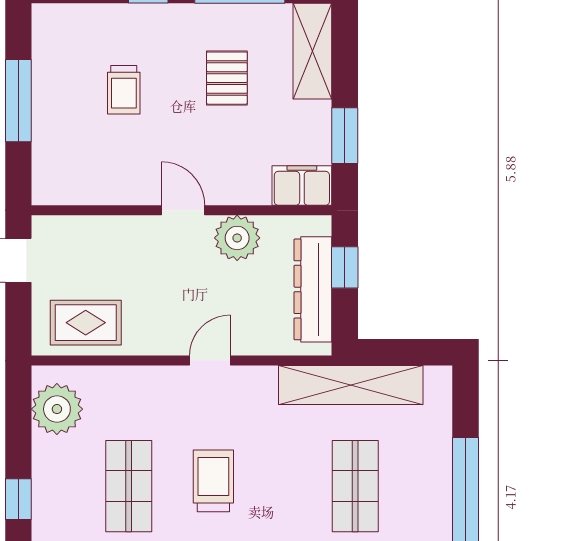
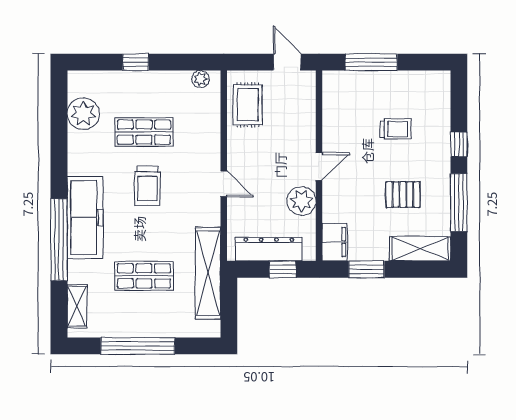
trolley: (124, 90) -> (396, 129), turned 180
window: (18, 101) -> (371, 62), moved
plant: (57, 409) -> (200, 79), width x0.53, depth x0.53
trolley: (213, 481) -> (147, 186), turned 90

